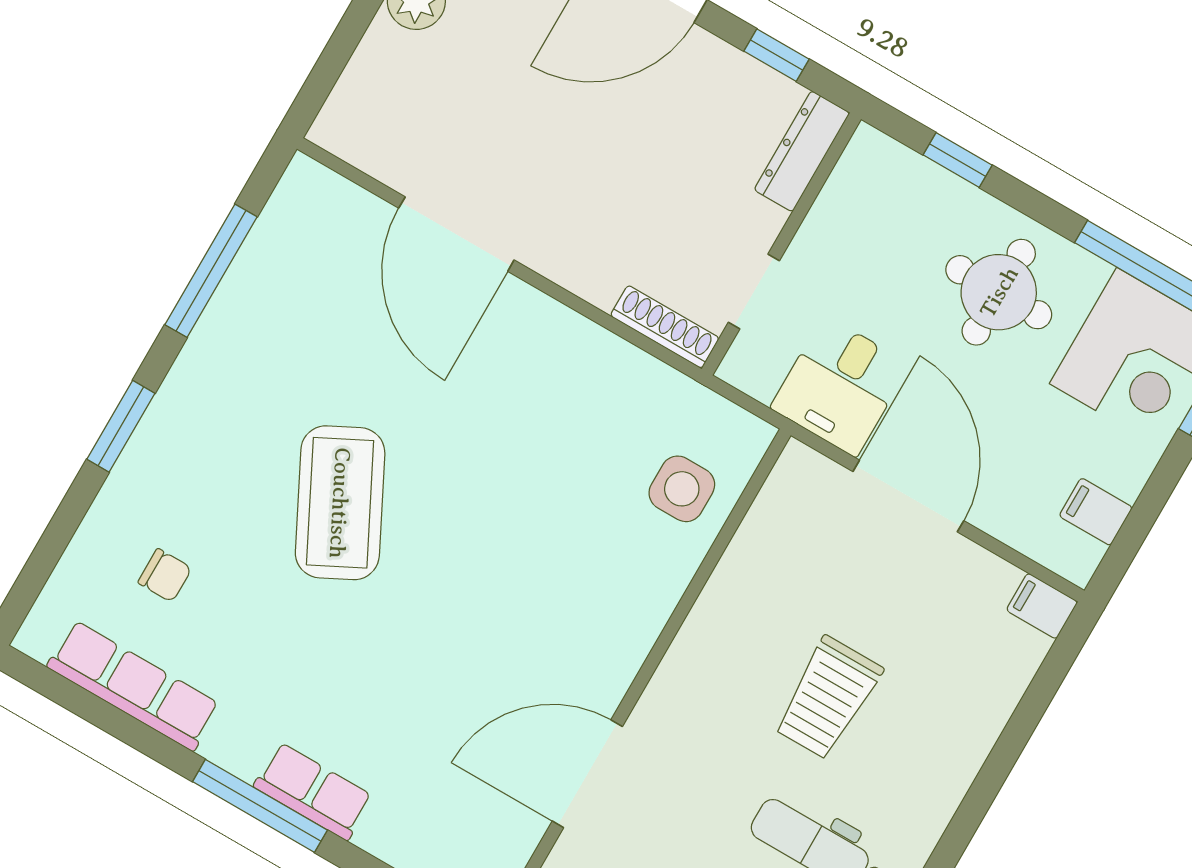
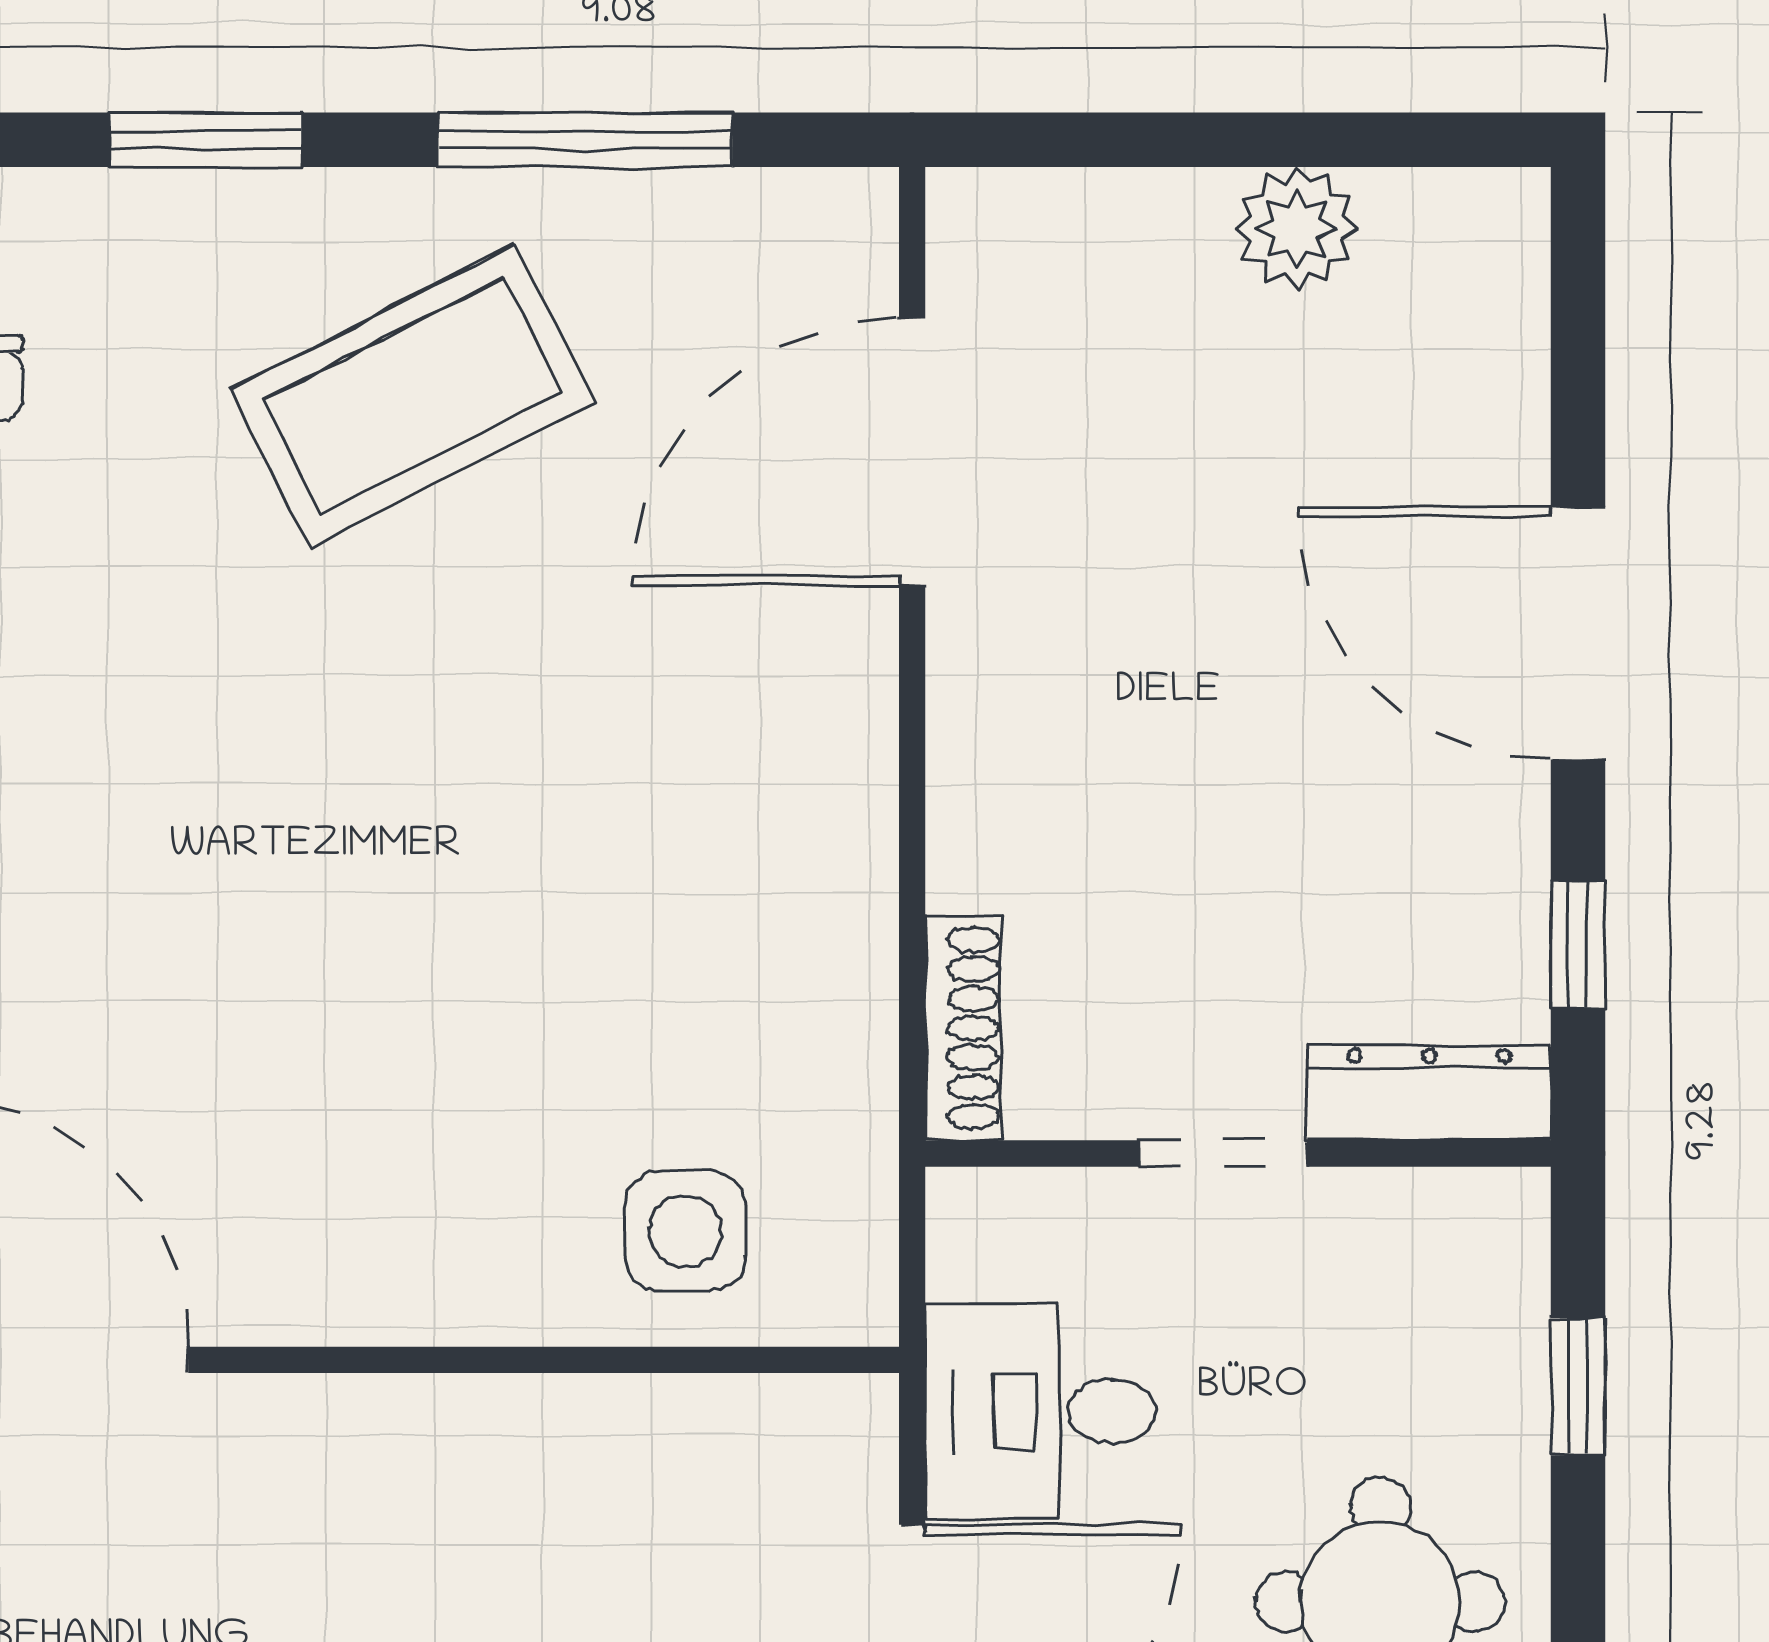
door: (456, 234) -> (912, 452), moved
doorway: (754, 292) -> (1223, 1153), moved
coffee table: (340, 503) -> (412, 396), moved

